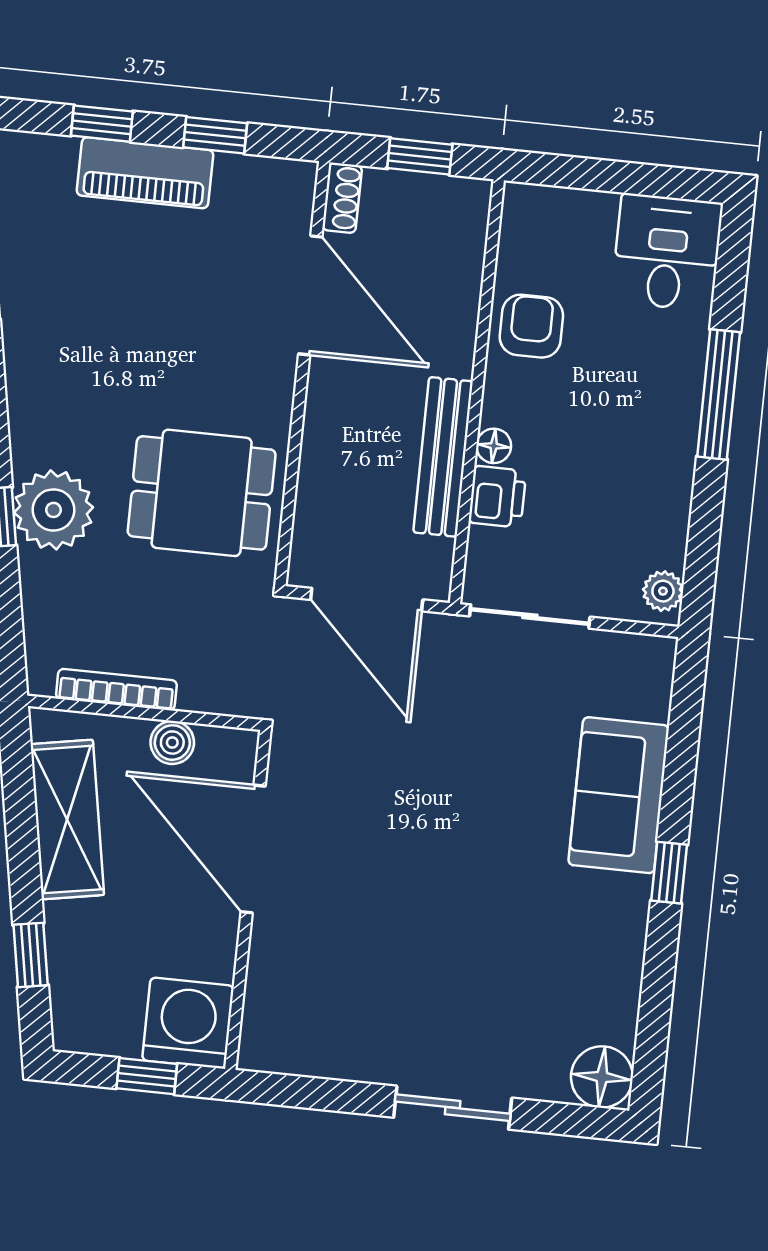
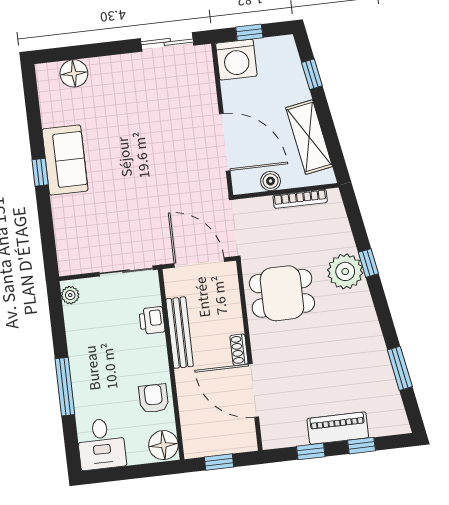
shoe rack: (342, 198) -> (239, 350), moved
armchair: (531, 326) -> (154, 398), turned 180
floor lamp: (494, 446) -> (163, 445), moved, width x1.89, depth x1.89
sofa: (619, 795) -> (65, 160), moved
floor lamp: (602, 1077) -> (74, 73), moved
sliding door: (453, 1108) -> (167, 42), moved

